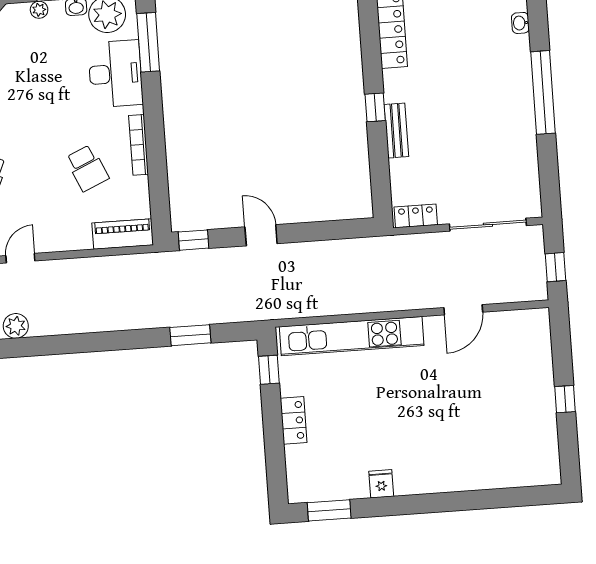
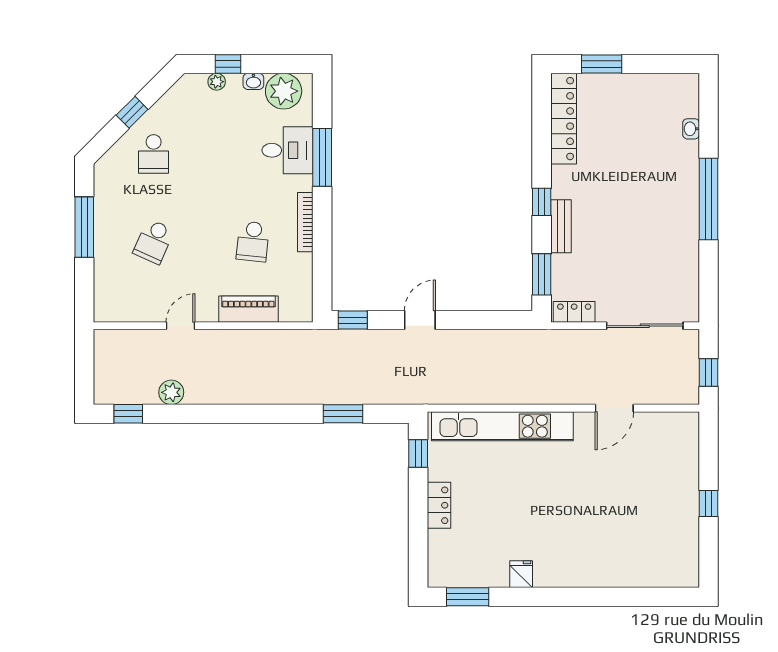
window: (148, 42) -> (322, 157), moved
desk: (115, 74) -> (288, 150), width x0.73
school desk: (87, 168) -> (253, 241), turned 30
window: (380, 180) -> (542, 274), added
piano: (123, 234) -> (248, 309), moved
door: (261, 235) -> (420, 320), hinge flipped

